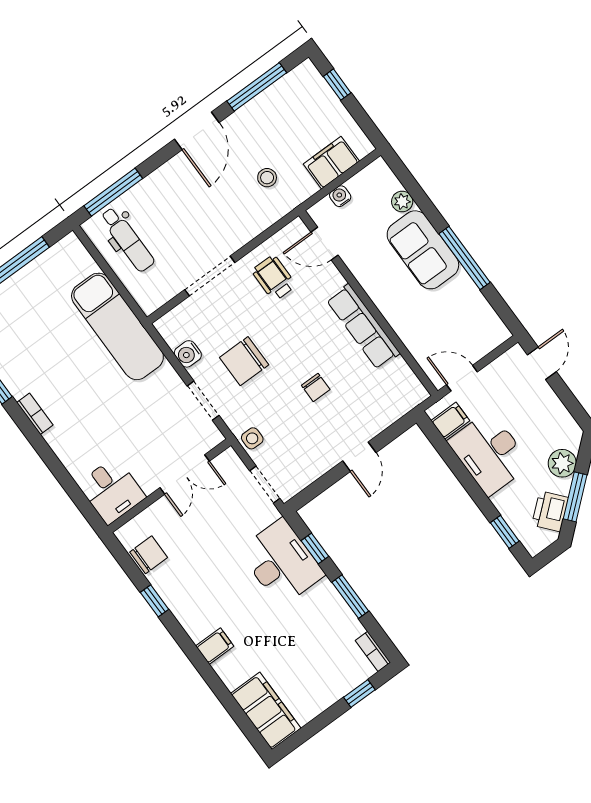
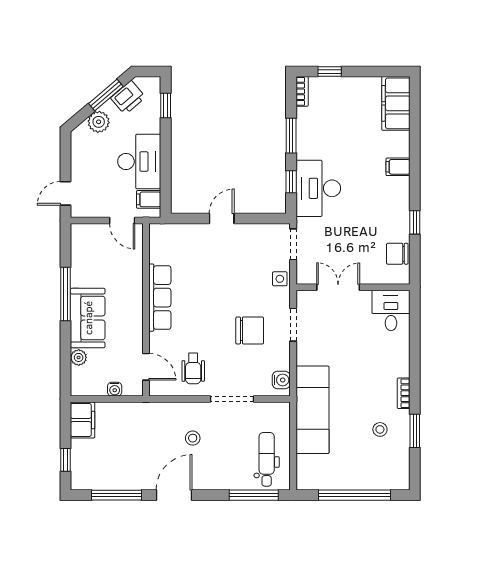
filing cabinet: (331, 163) -> (83, 420), moved, turned -90
stool: (267, 178) -> (193, 438), moved
water cooler: (188, 354) -> (281, 380), moved
stool: (32, 358) -> (380, 429), added
chair: (316, 387) -> (217, 281), removed

